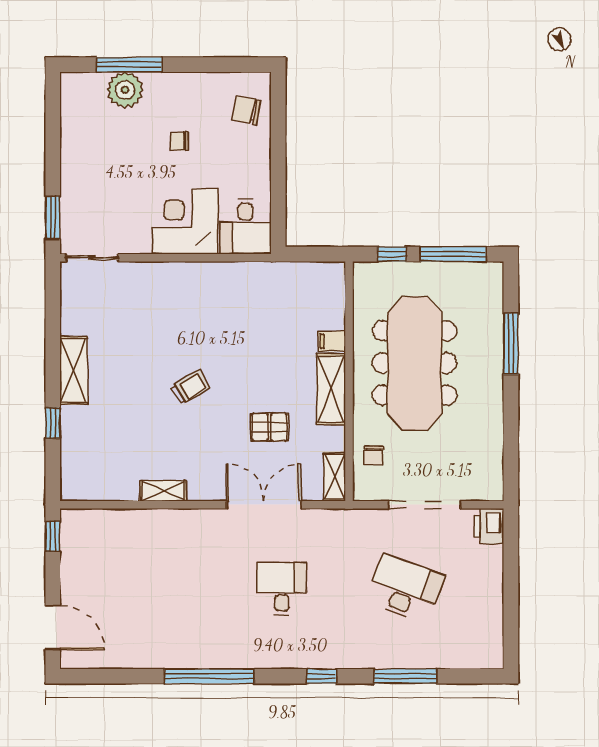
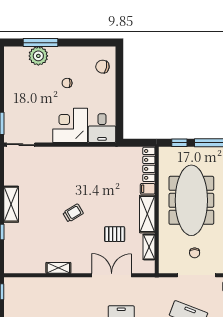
locker: (334, 295) -> (149, 164), added
chair: (373, 455) -> (195, 253), moved
shelving: (334, 477) -> (149, 247), moved

